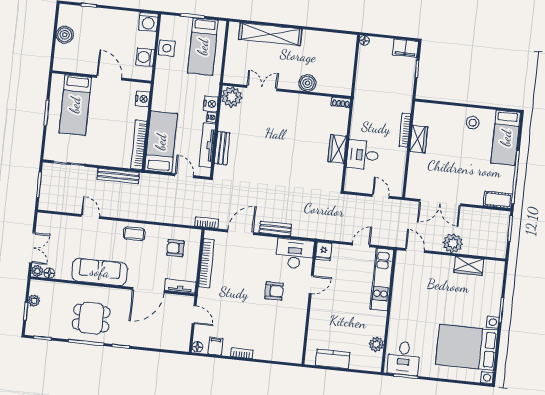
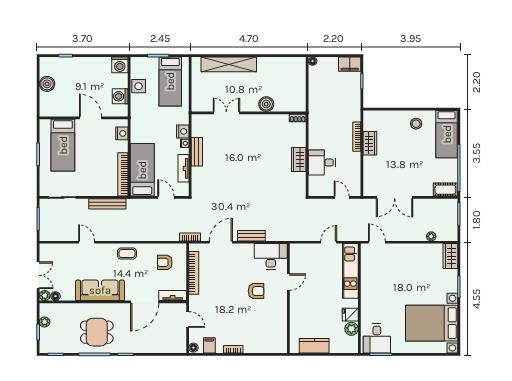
plant: (232, 97) -> (201, 123), removed
tv unit: (207, 145) -> (183, 168), width x0.71
bench: (222, 148) -> (197, 152), moved
plant: (453, 243) -> (431, 236), moved, width x0.53, depth x0.53
fridge: (324, 251) -> (350, 315), moved, turned 90
wardrobe: (469, 266) -> (450, 256), moved, turned 90

